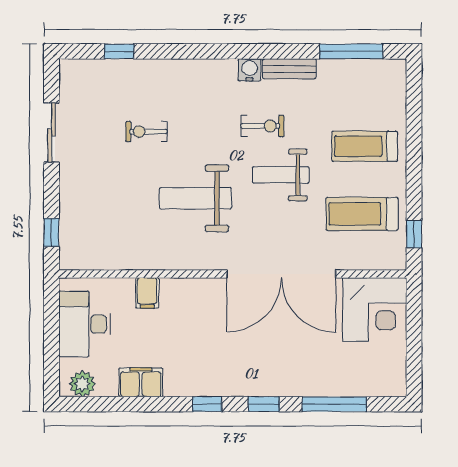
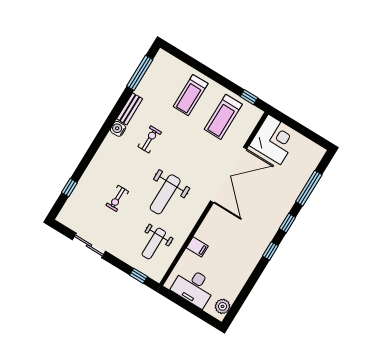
weight bench: (281, 175) -> (154, 244), moved
filing cabinet: (141, 382) -> (239, 277), removed

